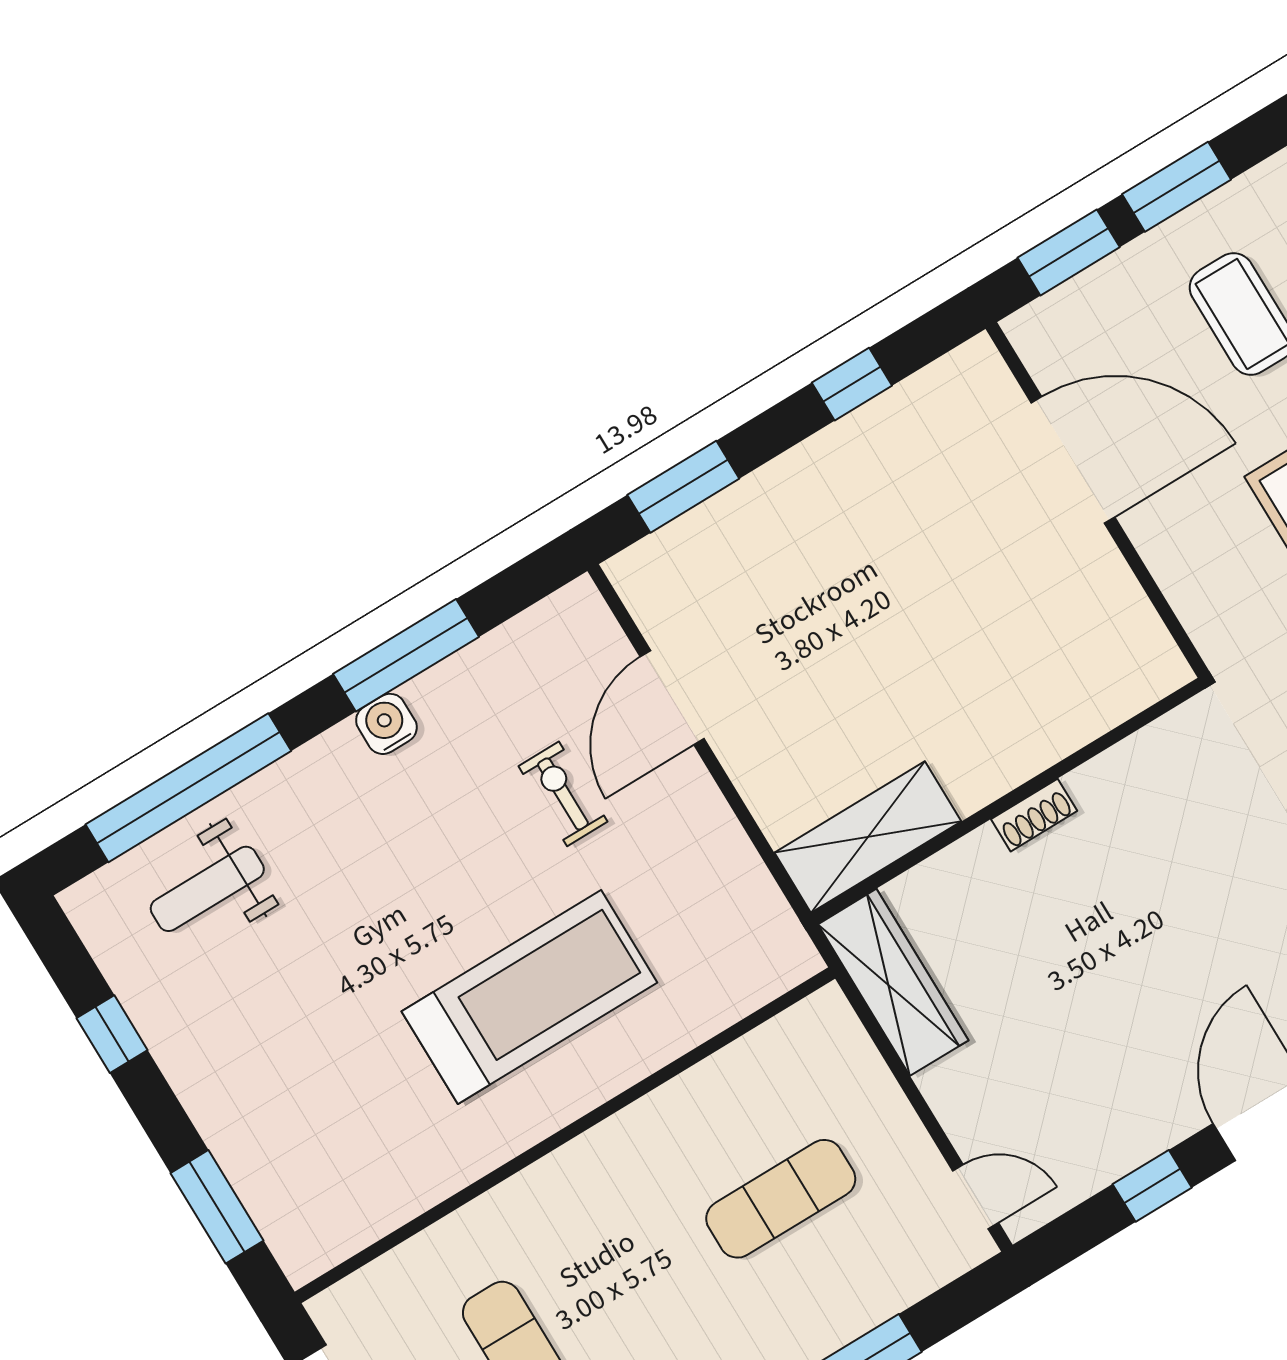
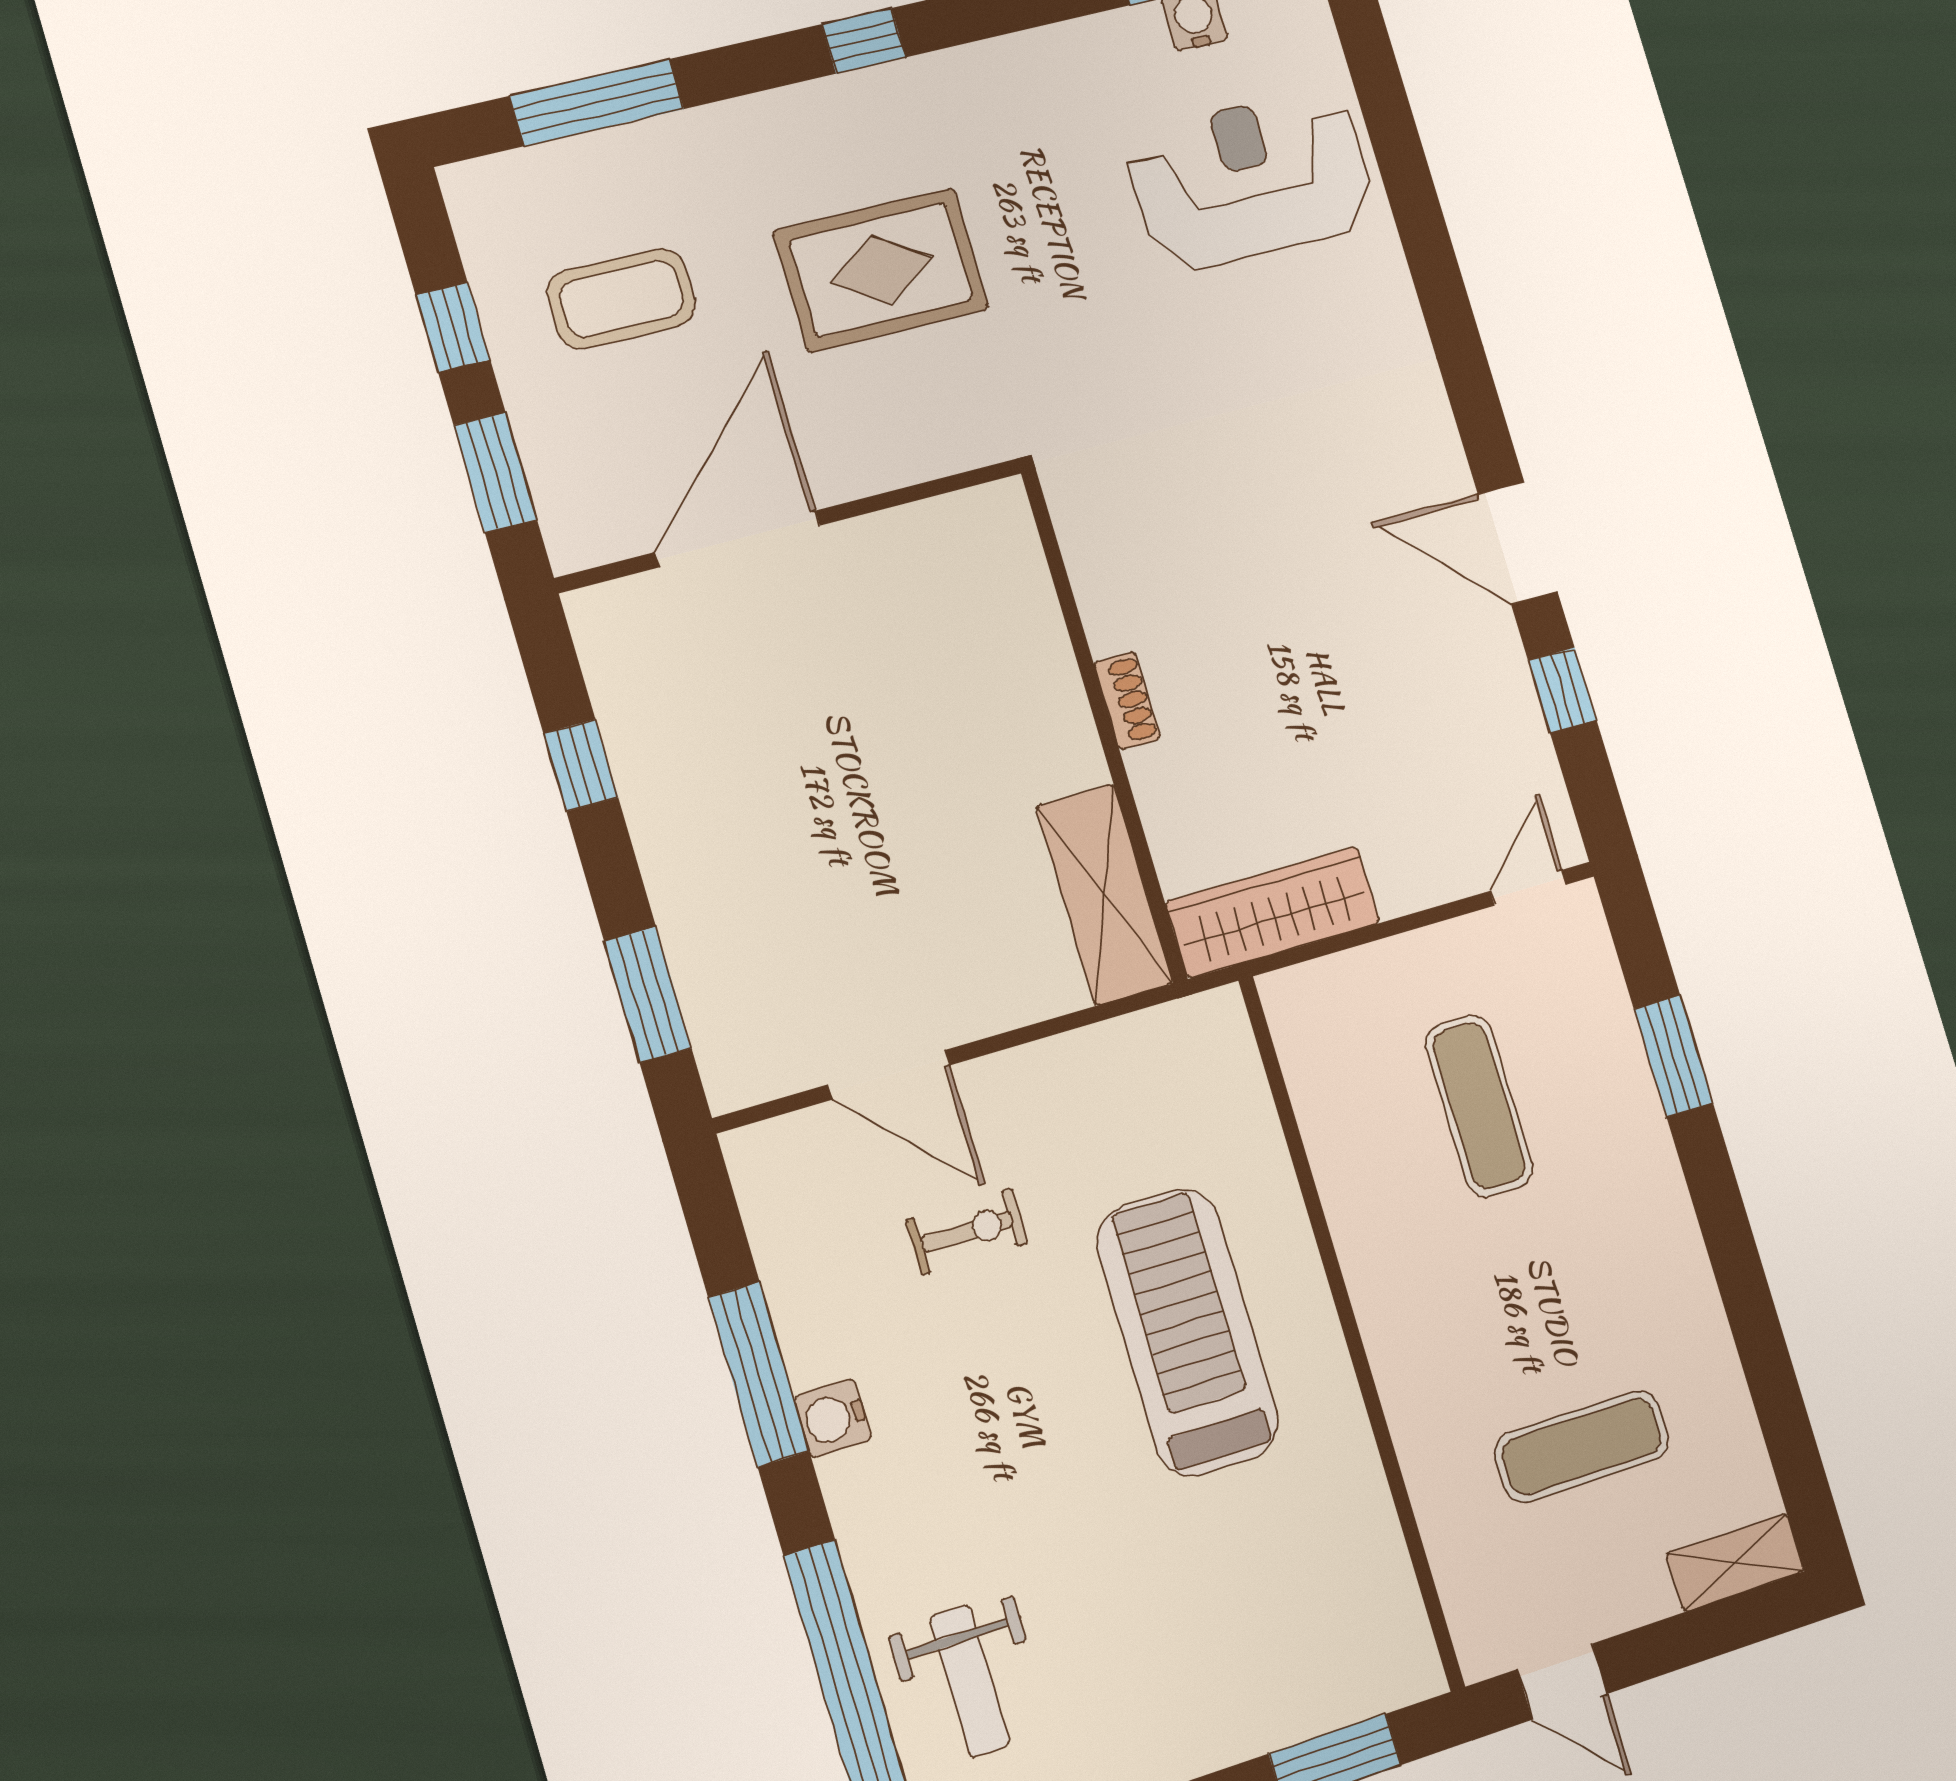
window: (1177, 187) -> (453, 327), width x0.67
exercise bike: (563, 794) -> (967, 1232), turned 180

